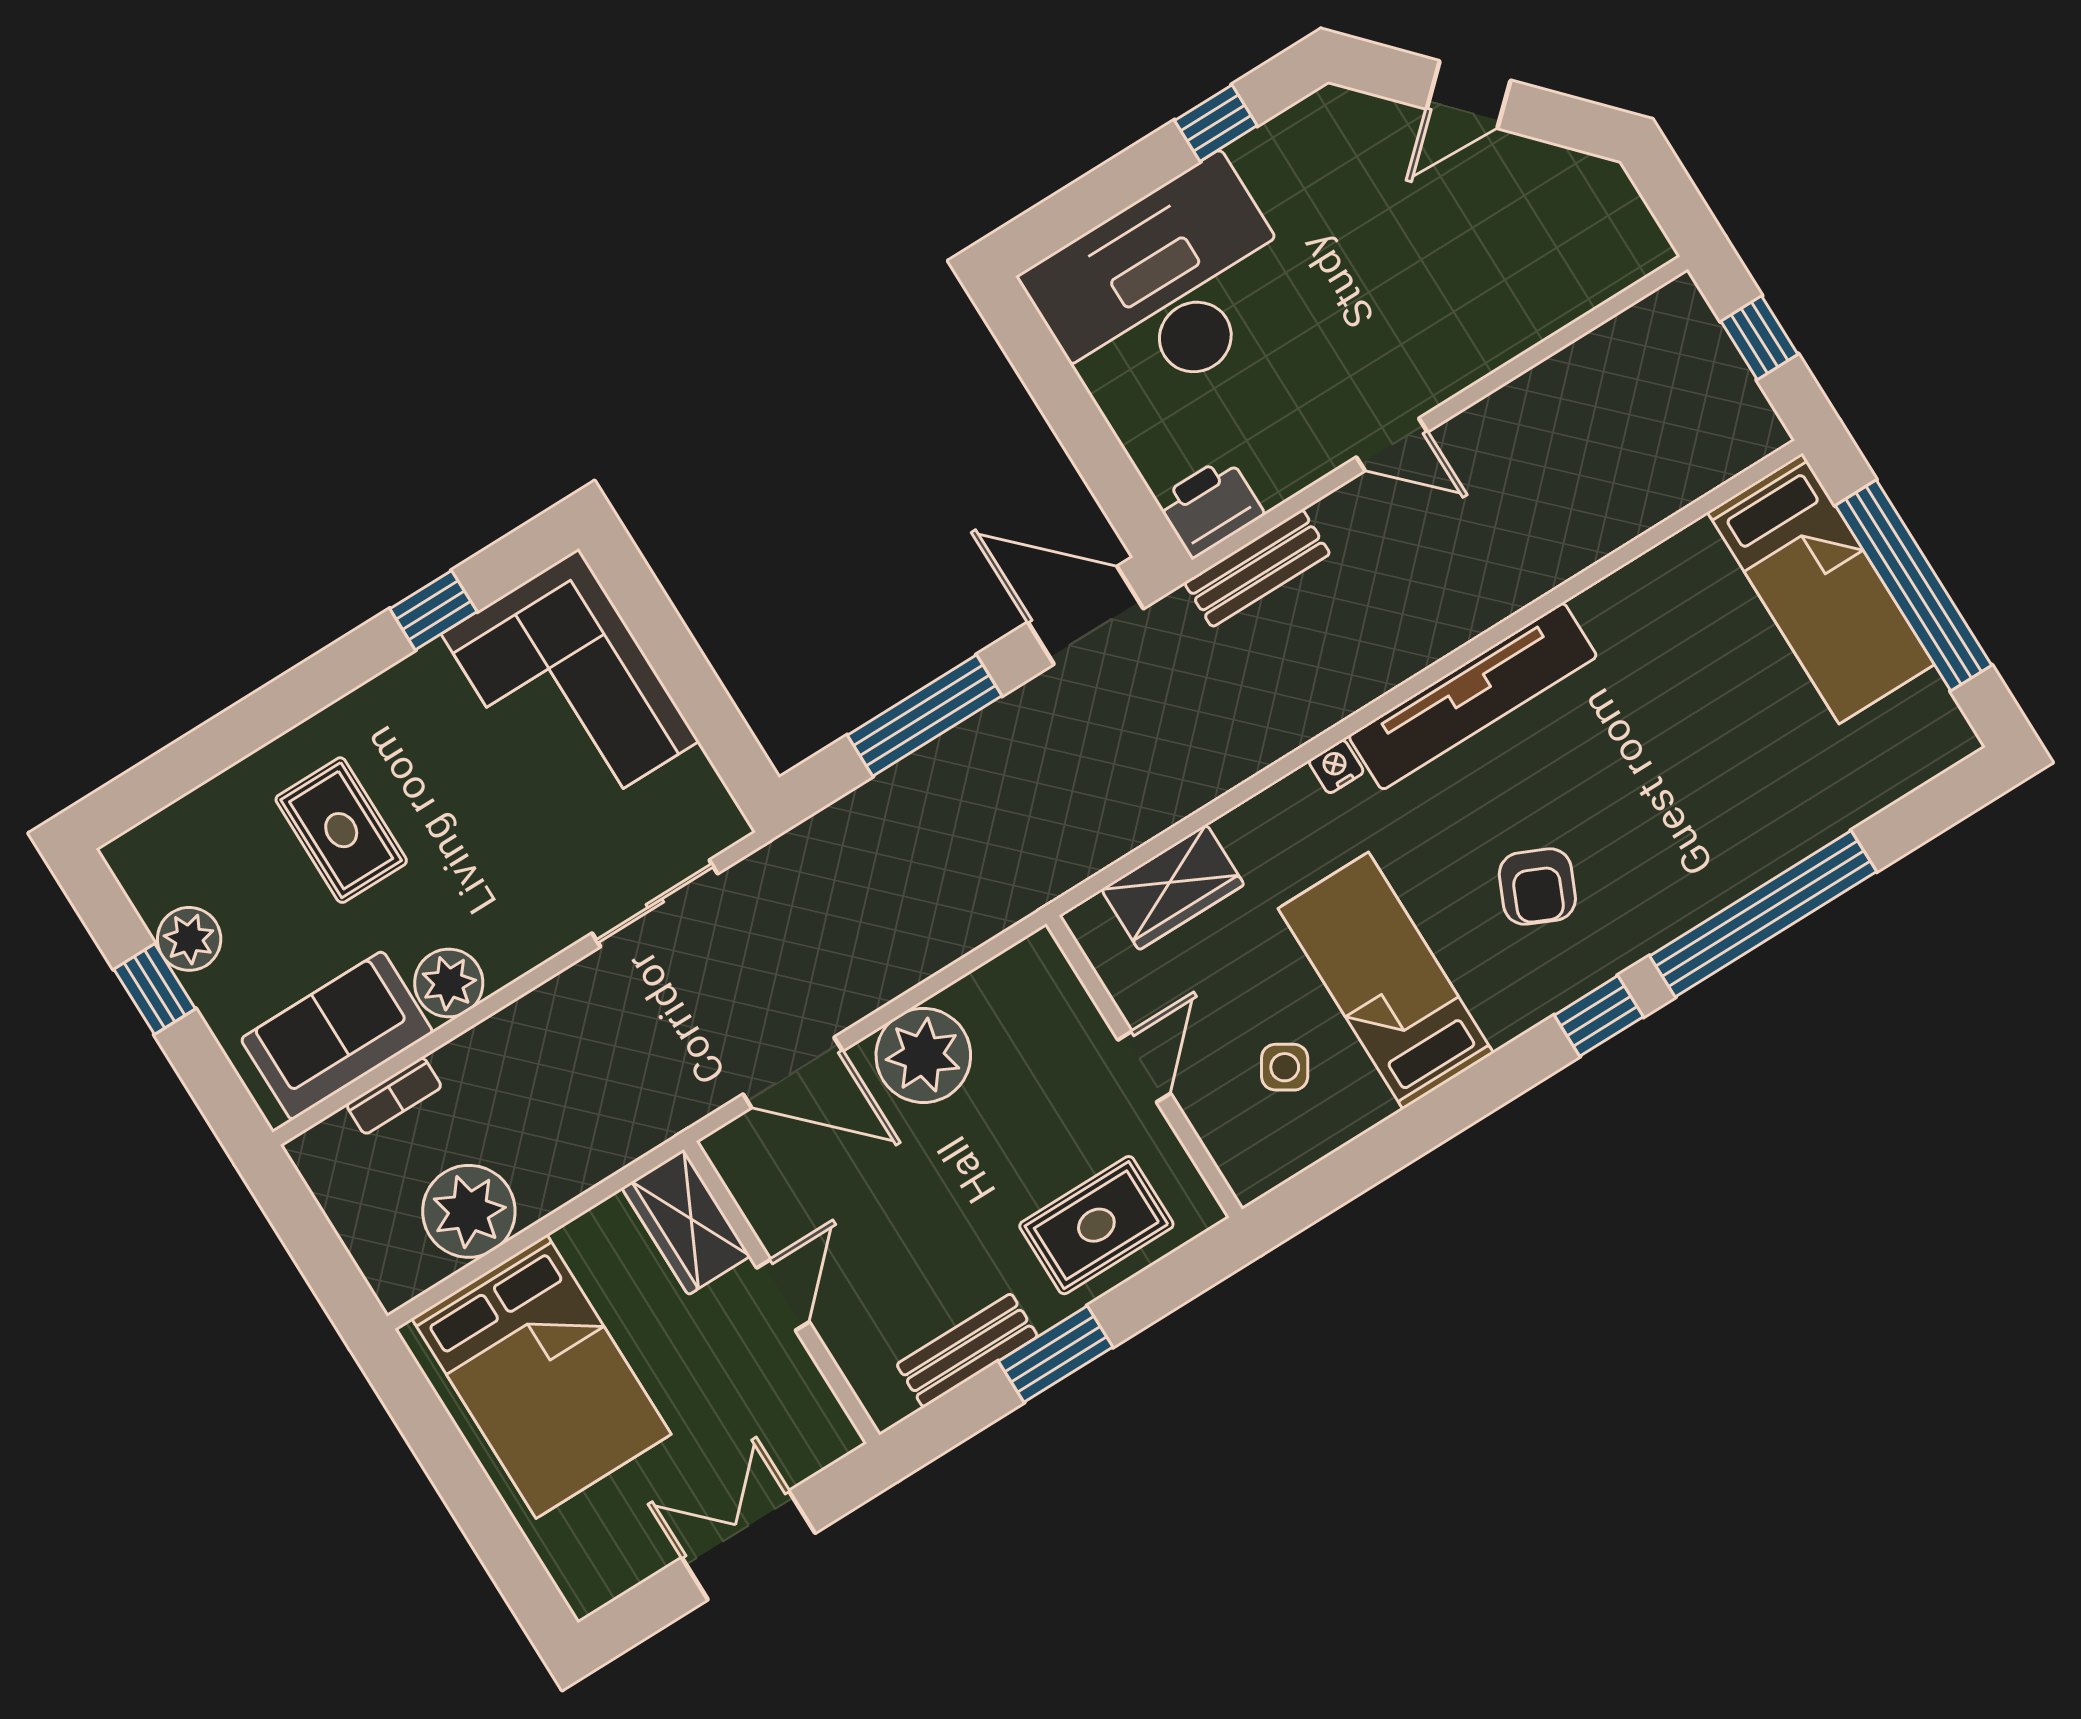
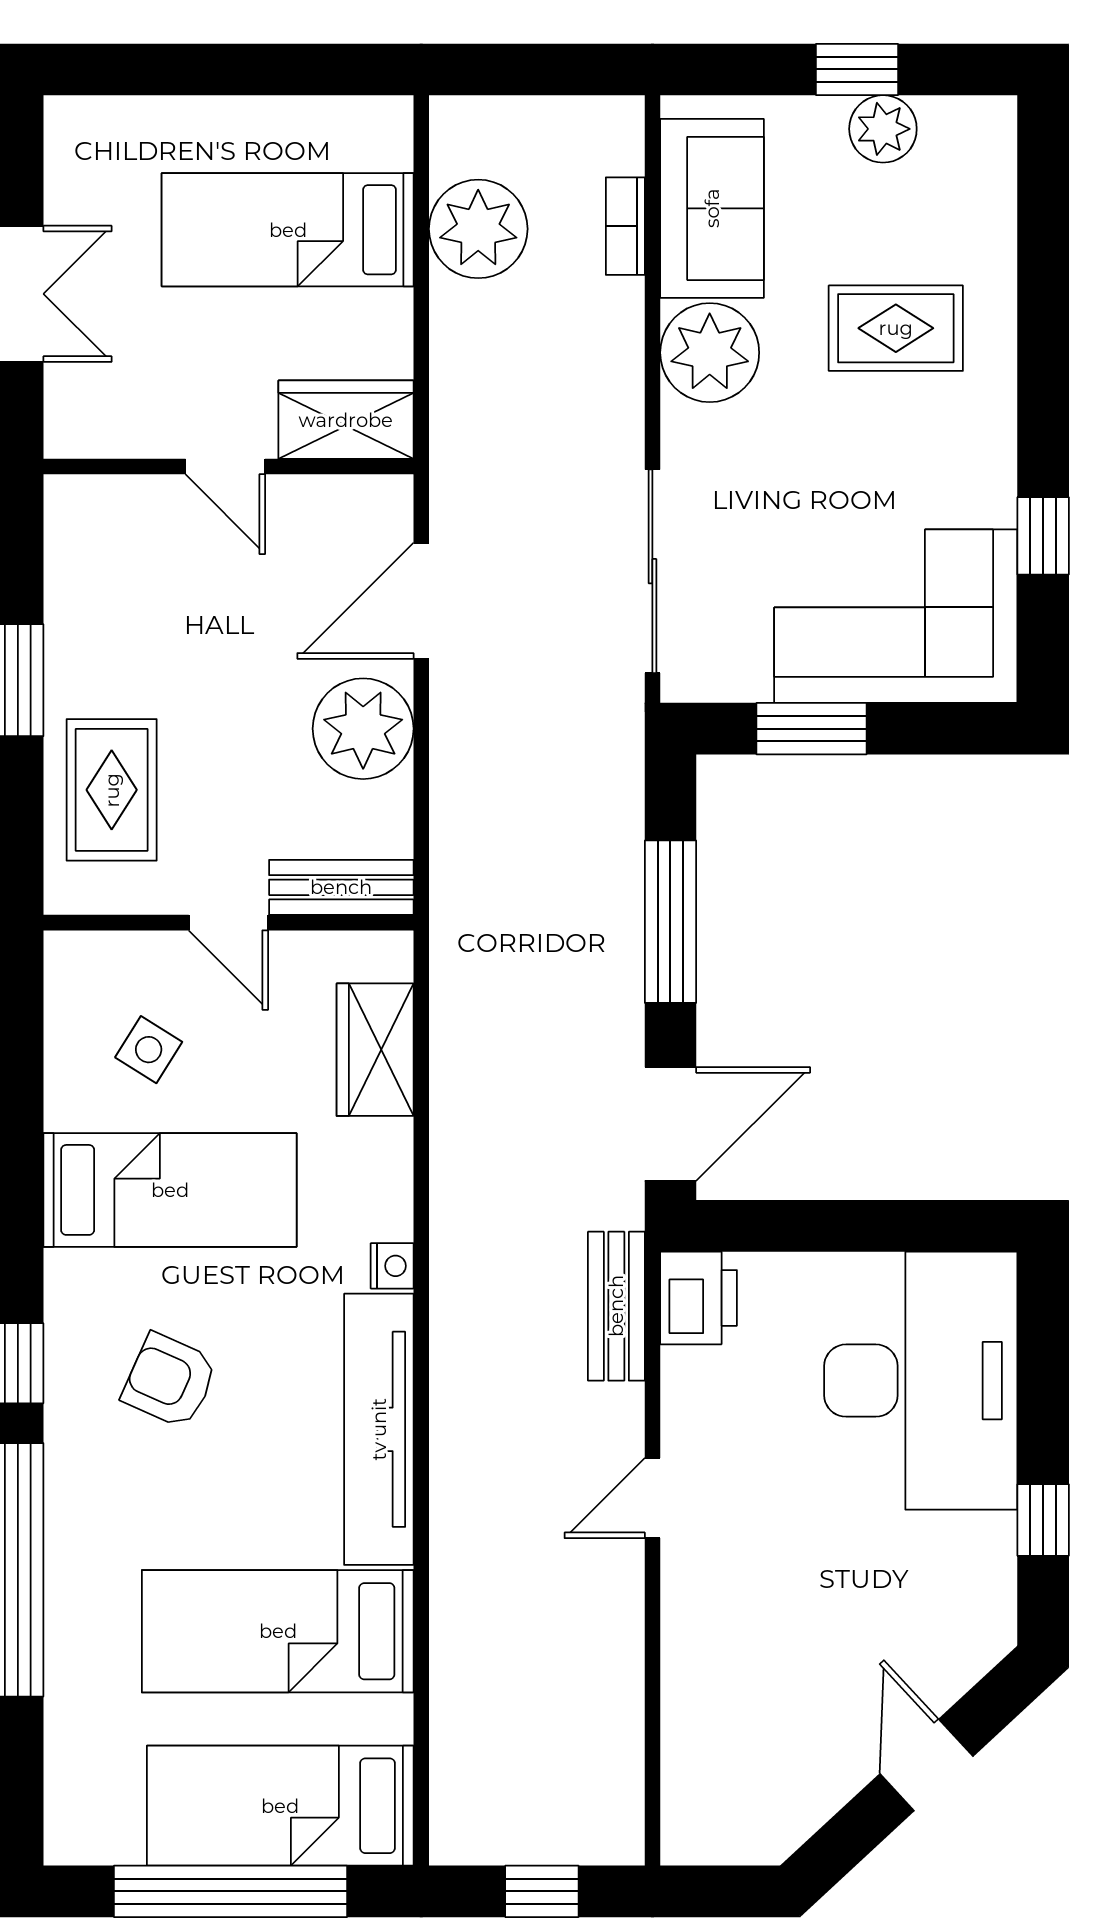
bed: (1683, 677) -> (278, 1631), added
window: (701, 699) -> (811, 729), added
sliding door: (655, 903) -> (652, 571), width x1.37
plant: (449, 983) -> (710, 353), width x1.36, depth x1.36
bench: (967, 1350) -> (341, 887), moved, turned 90
bed: (541, 1376) -> (288, 230), width x0.67

